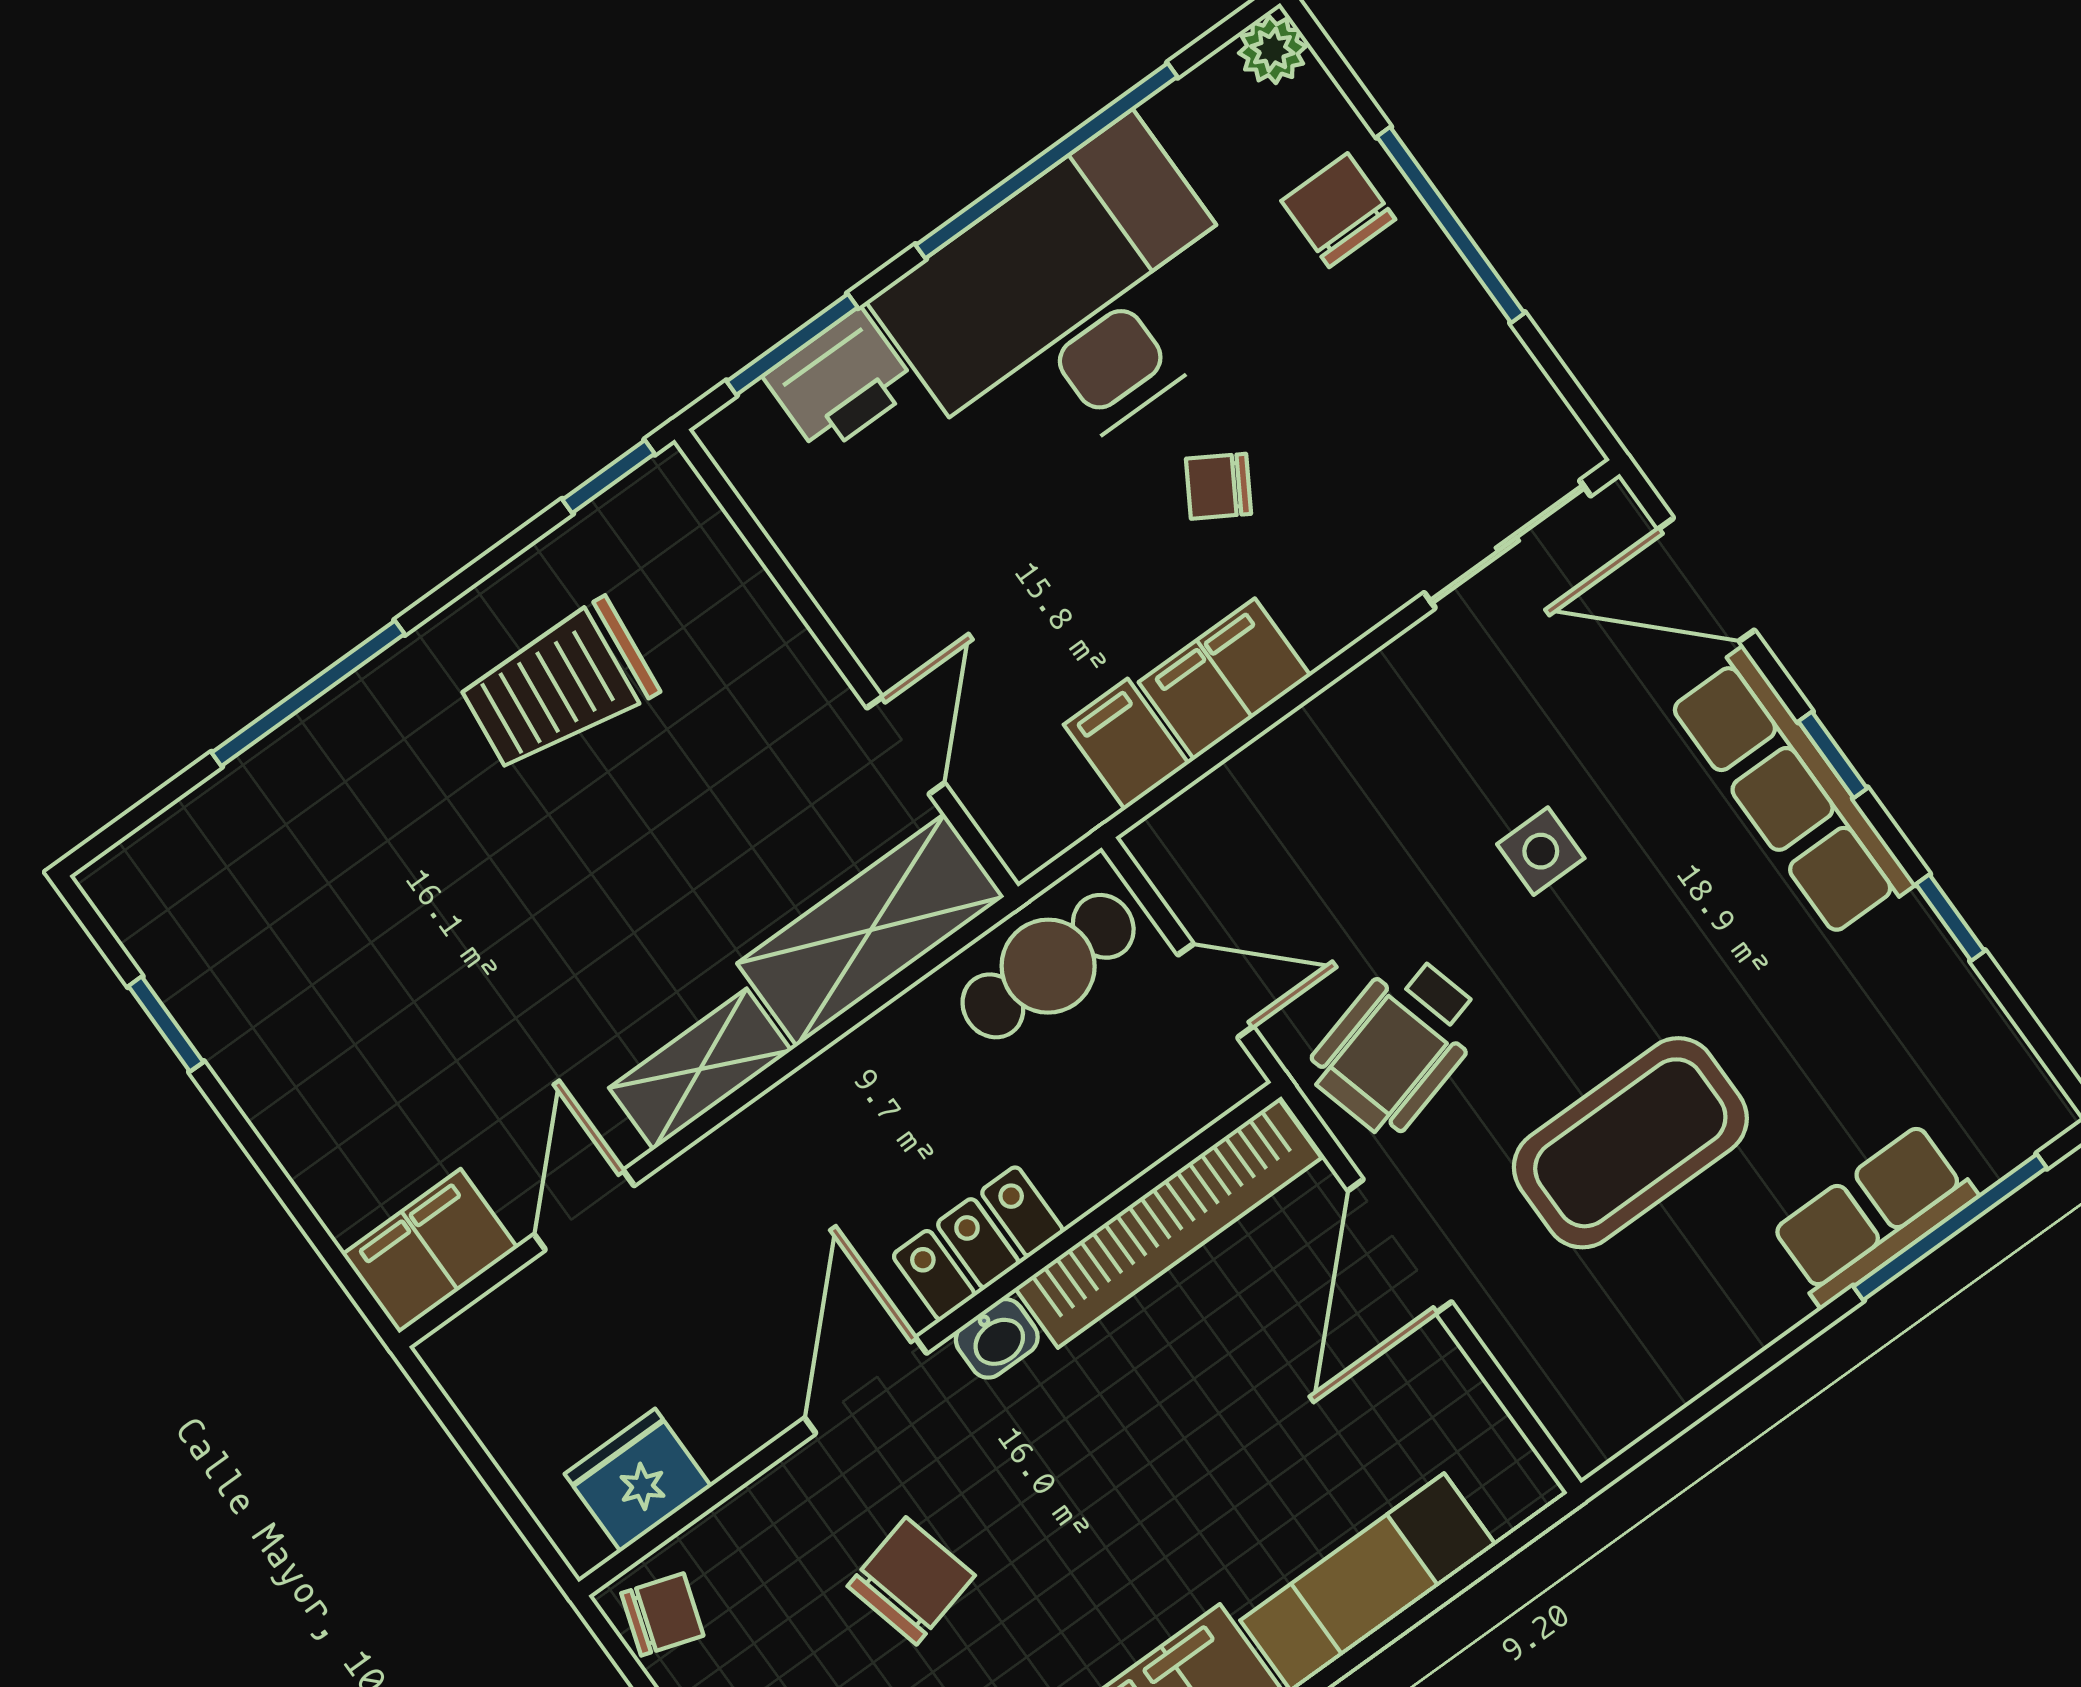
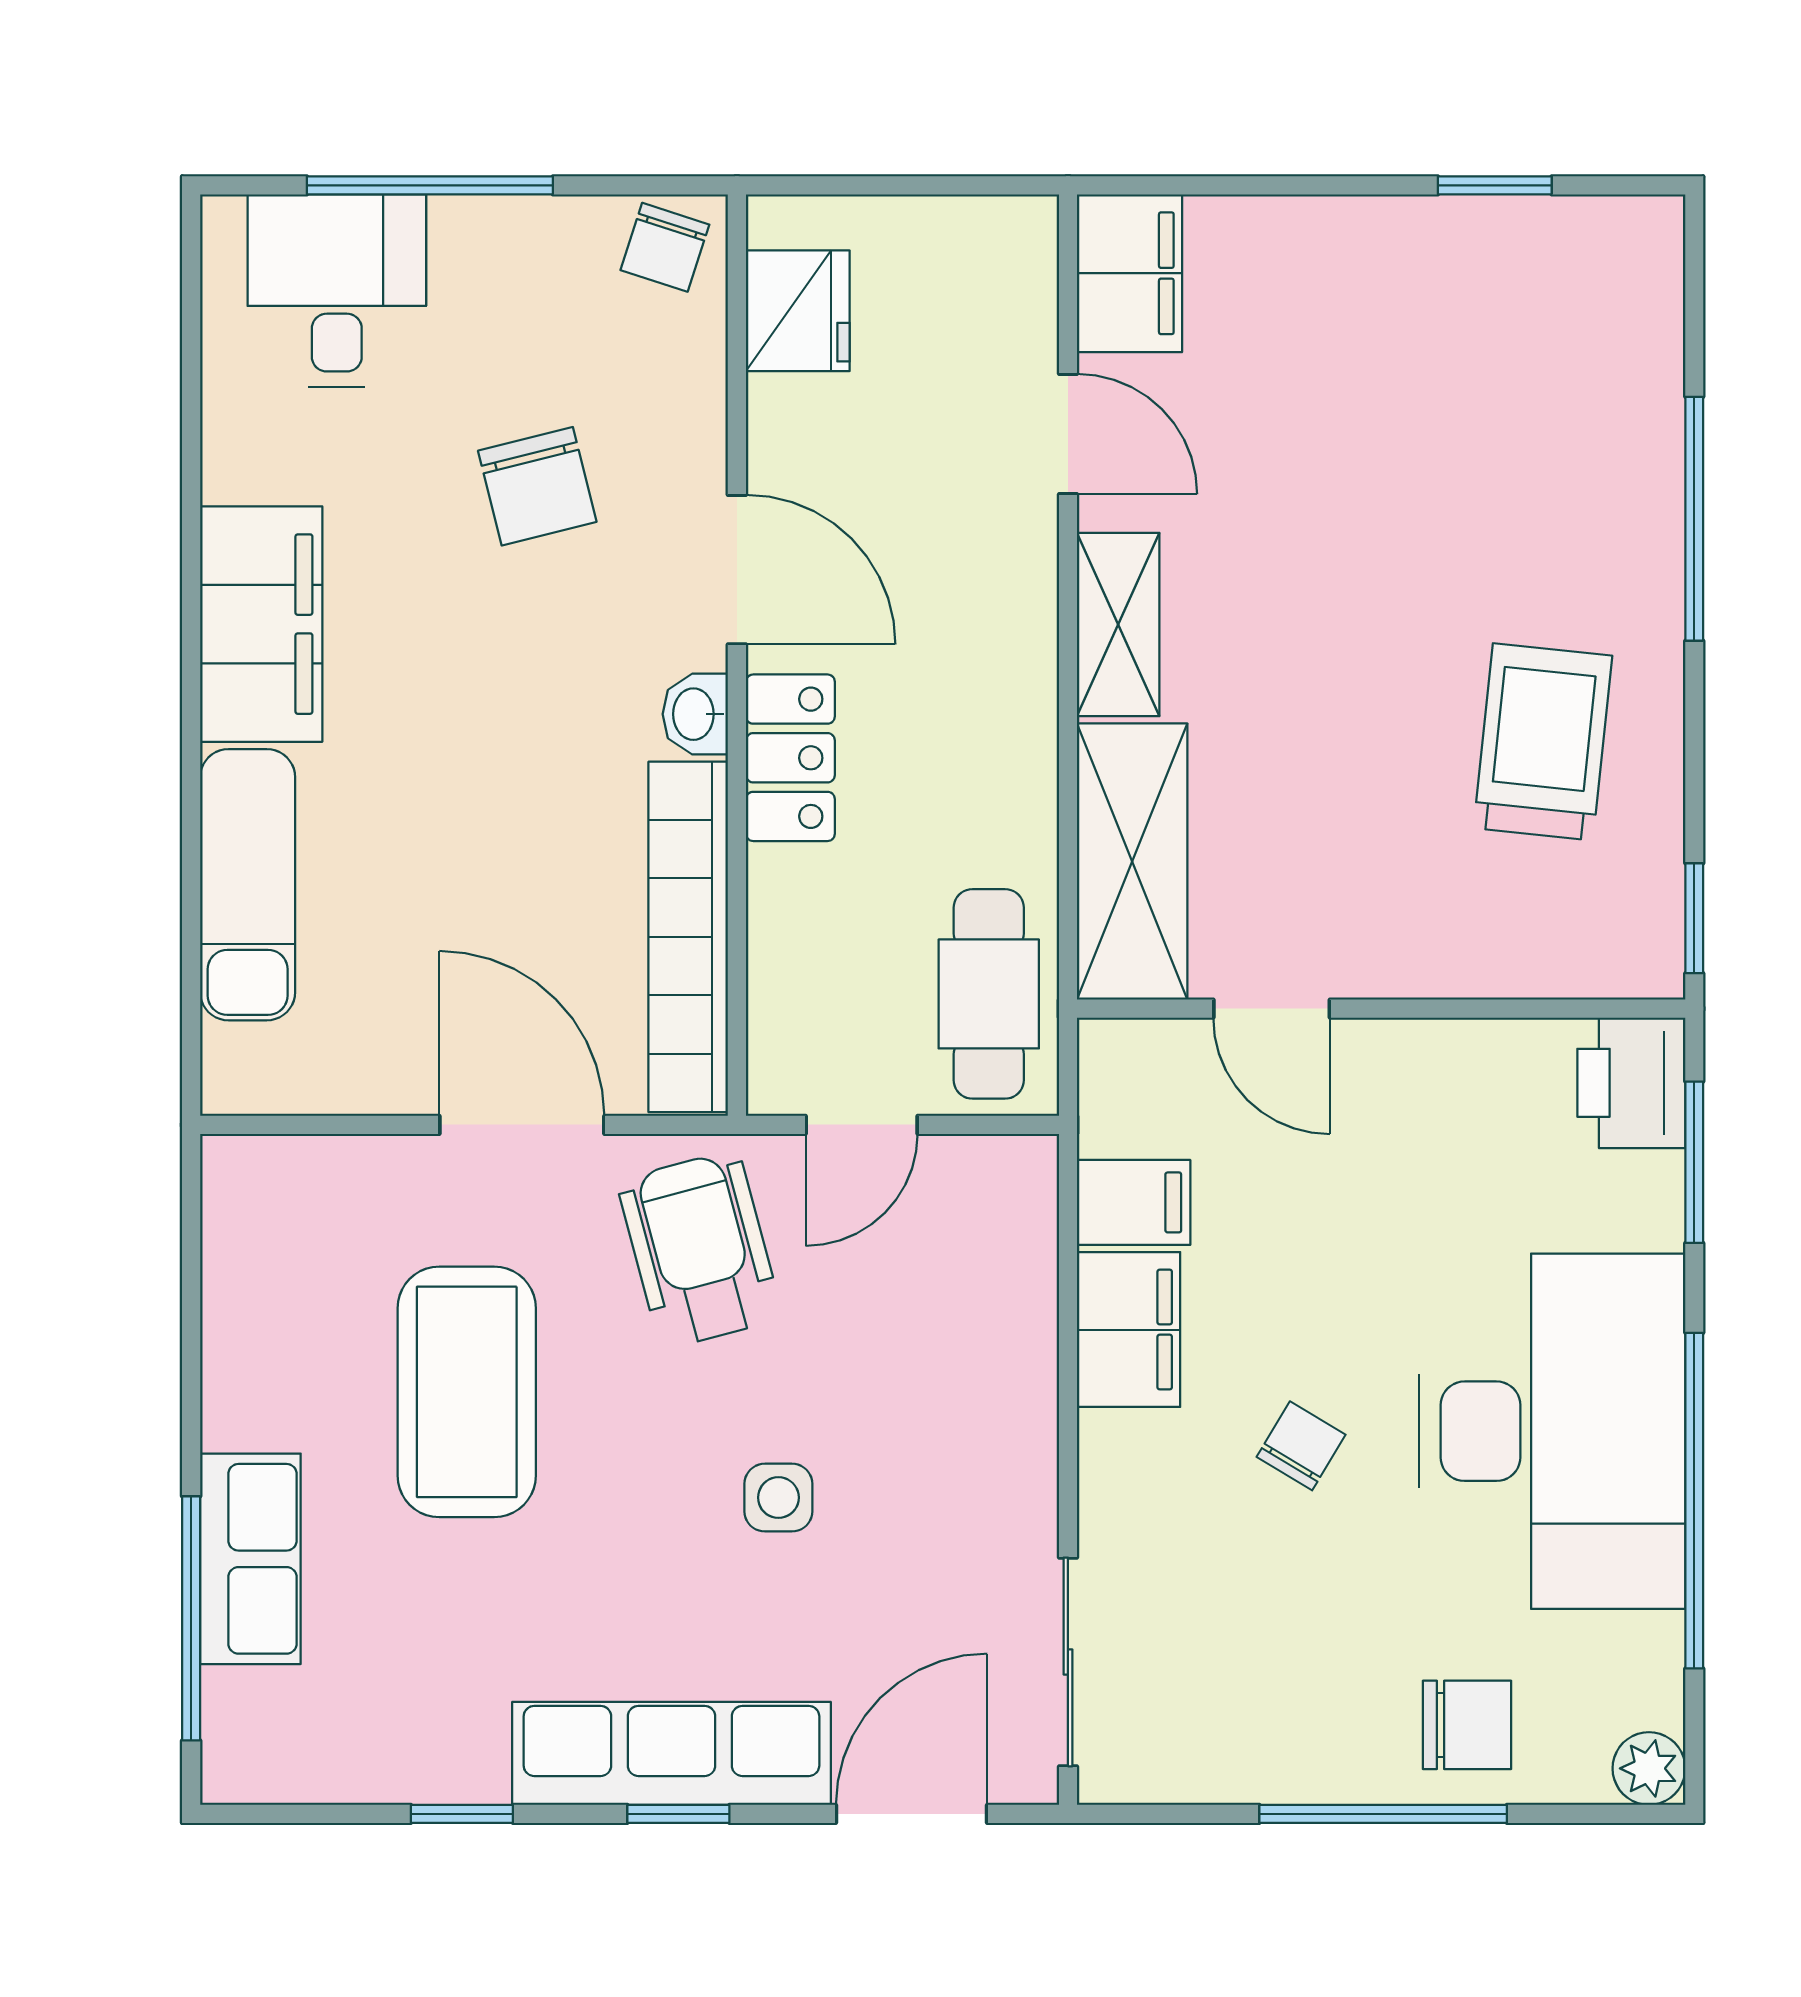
printer: (840, 382) -> (1631, 1083), moved

